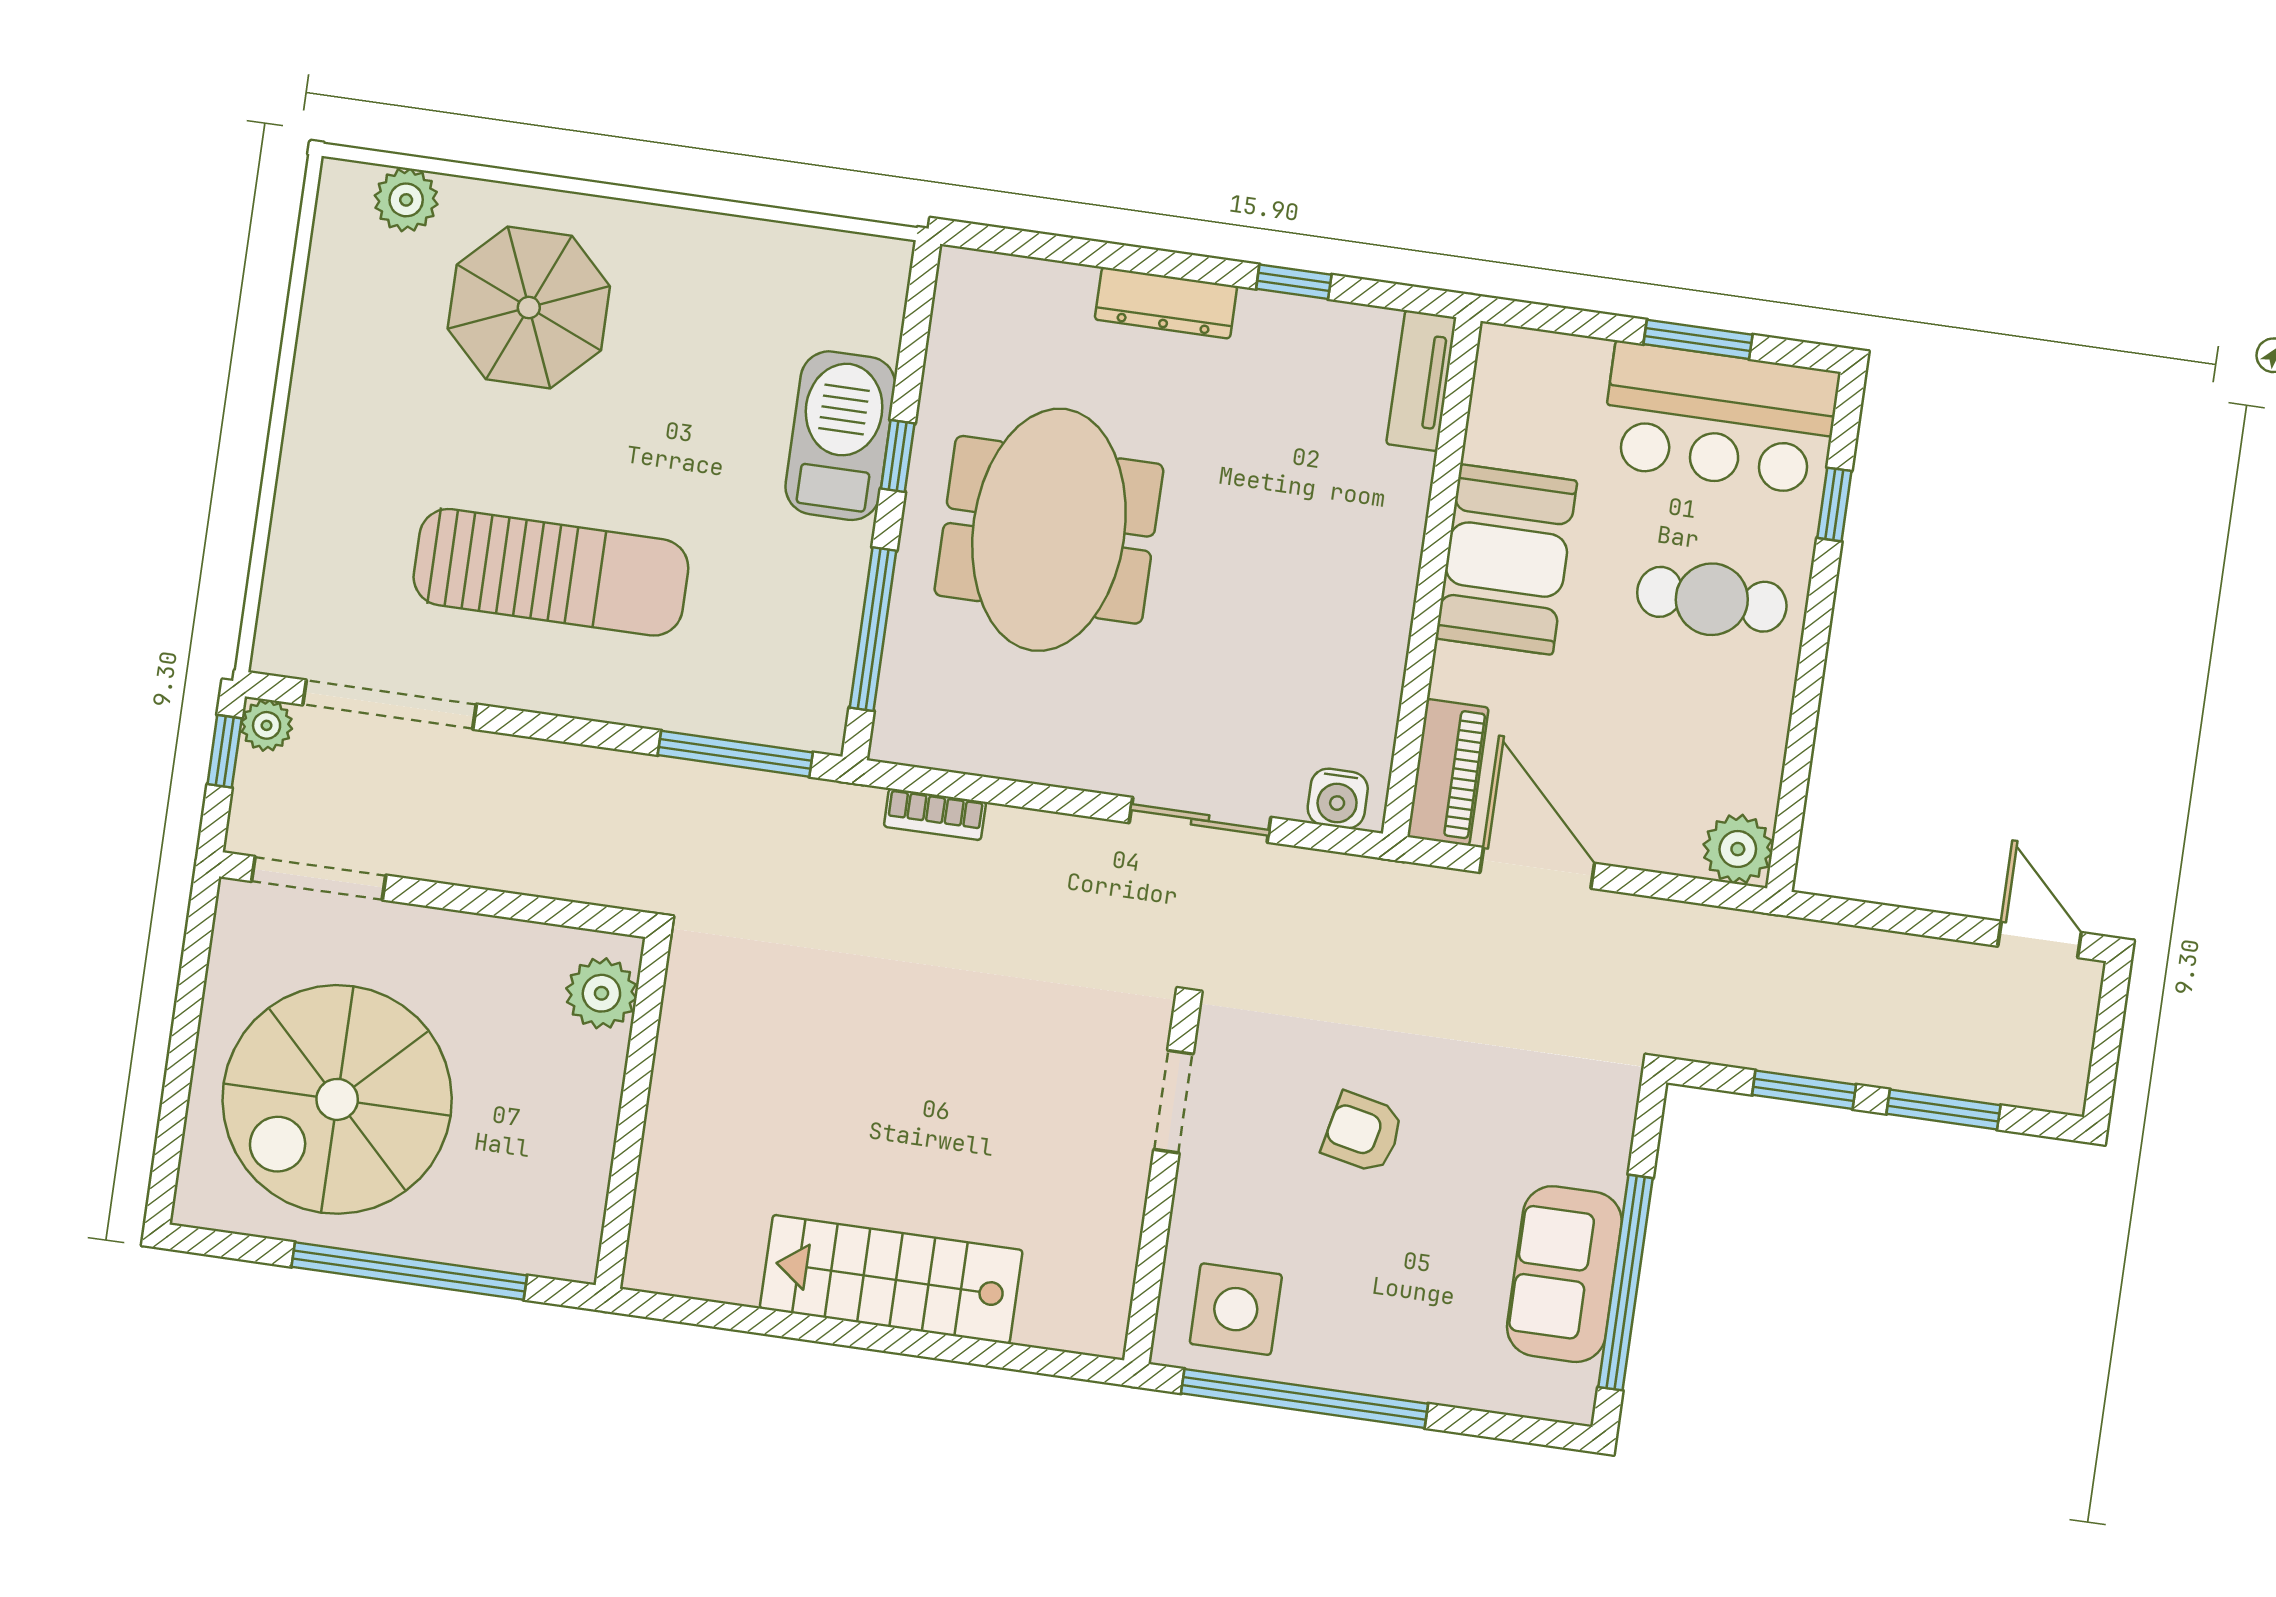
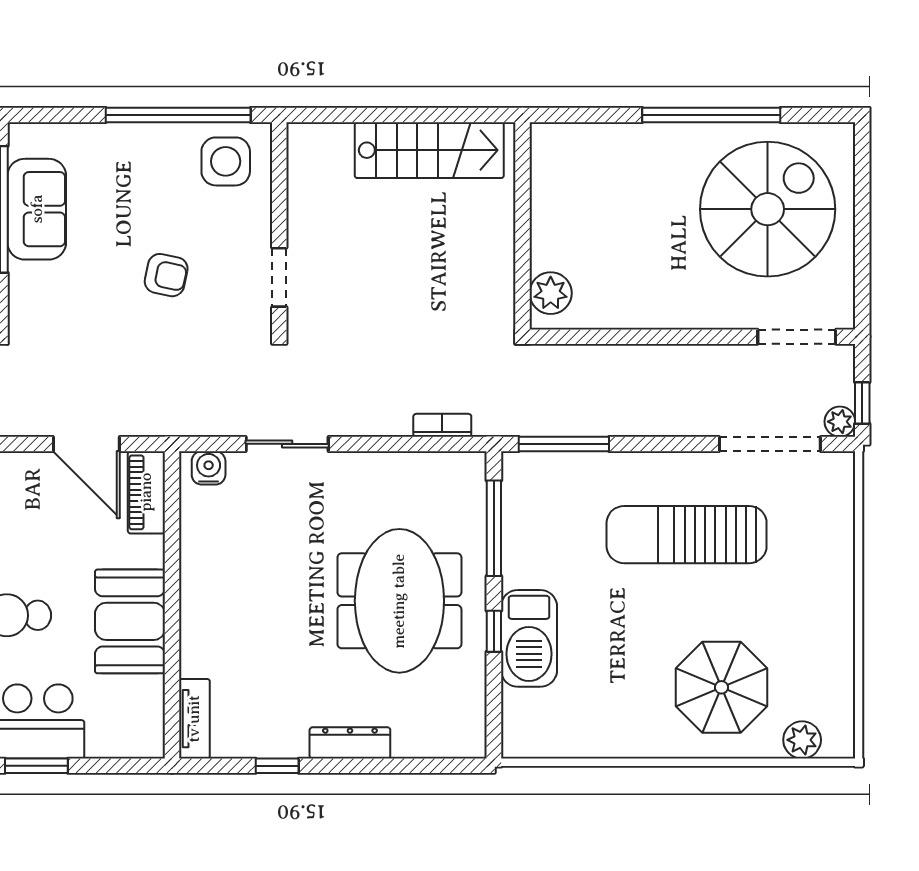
plant: (601, 993) -> (551, 293), moved
wall: (633, 1113) -> (522, 226), moved

